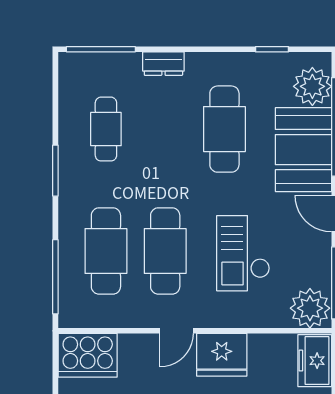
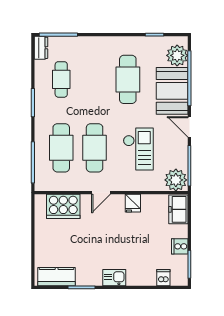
dresser: (163, 64) -> (41, 48), moved, turned -90
checkout: (243, 253) -> (138, 149), turned 180
cooker: (88, 355) -> (63, 206), moved
fridge: (222, 355) -> (133, 203), width x0.53, depth x0.75

